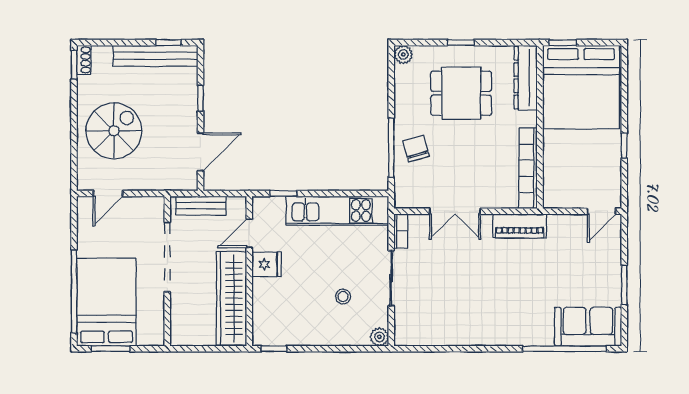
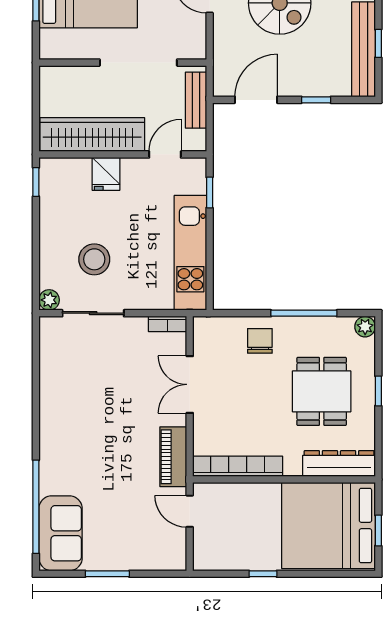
window: (168, 43) -> (378, 43), moved
window: (563, 43) -> (378, 530), moved
window: (391, 148) -> (304, 313), moved
chair: (416, 148) -> (260, 341), turned -74
door: (200, 152) -> (256, 100), swing flipped
door: (602, 211) -> (190, 511), moved
door: (249, 233) -> (165, 154), hinge flipped
fridge: (267, 264) -> (106, 174), moved
sliding door: (391, 278) -> (93, 313), moved
stool: (343, 297) -> (94, 259), width x1.89, depth x1.89

